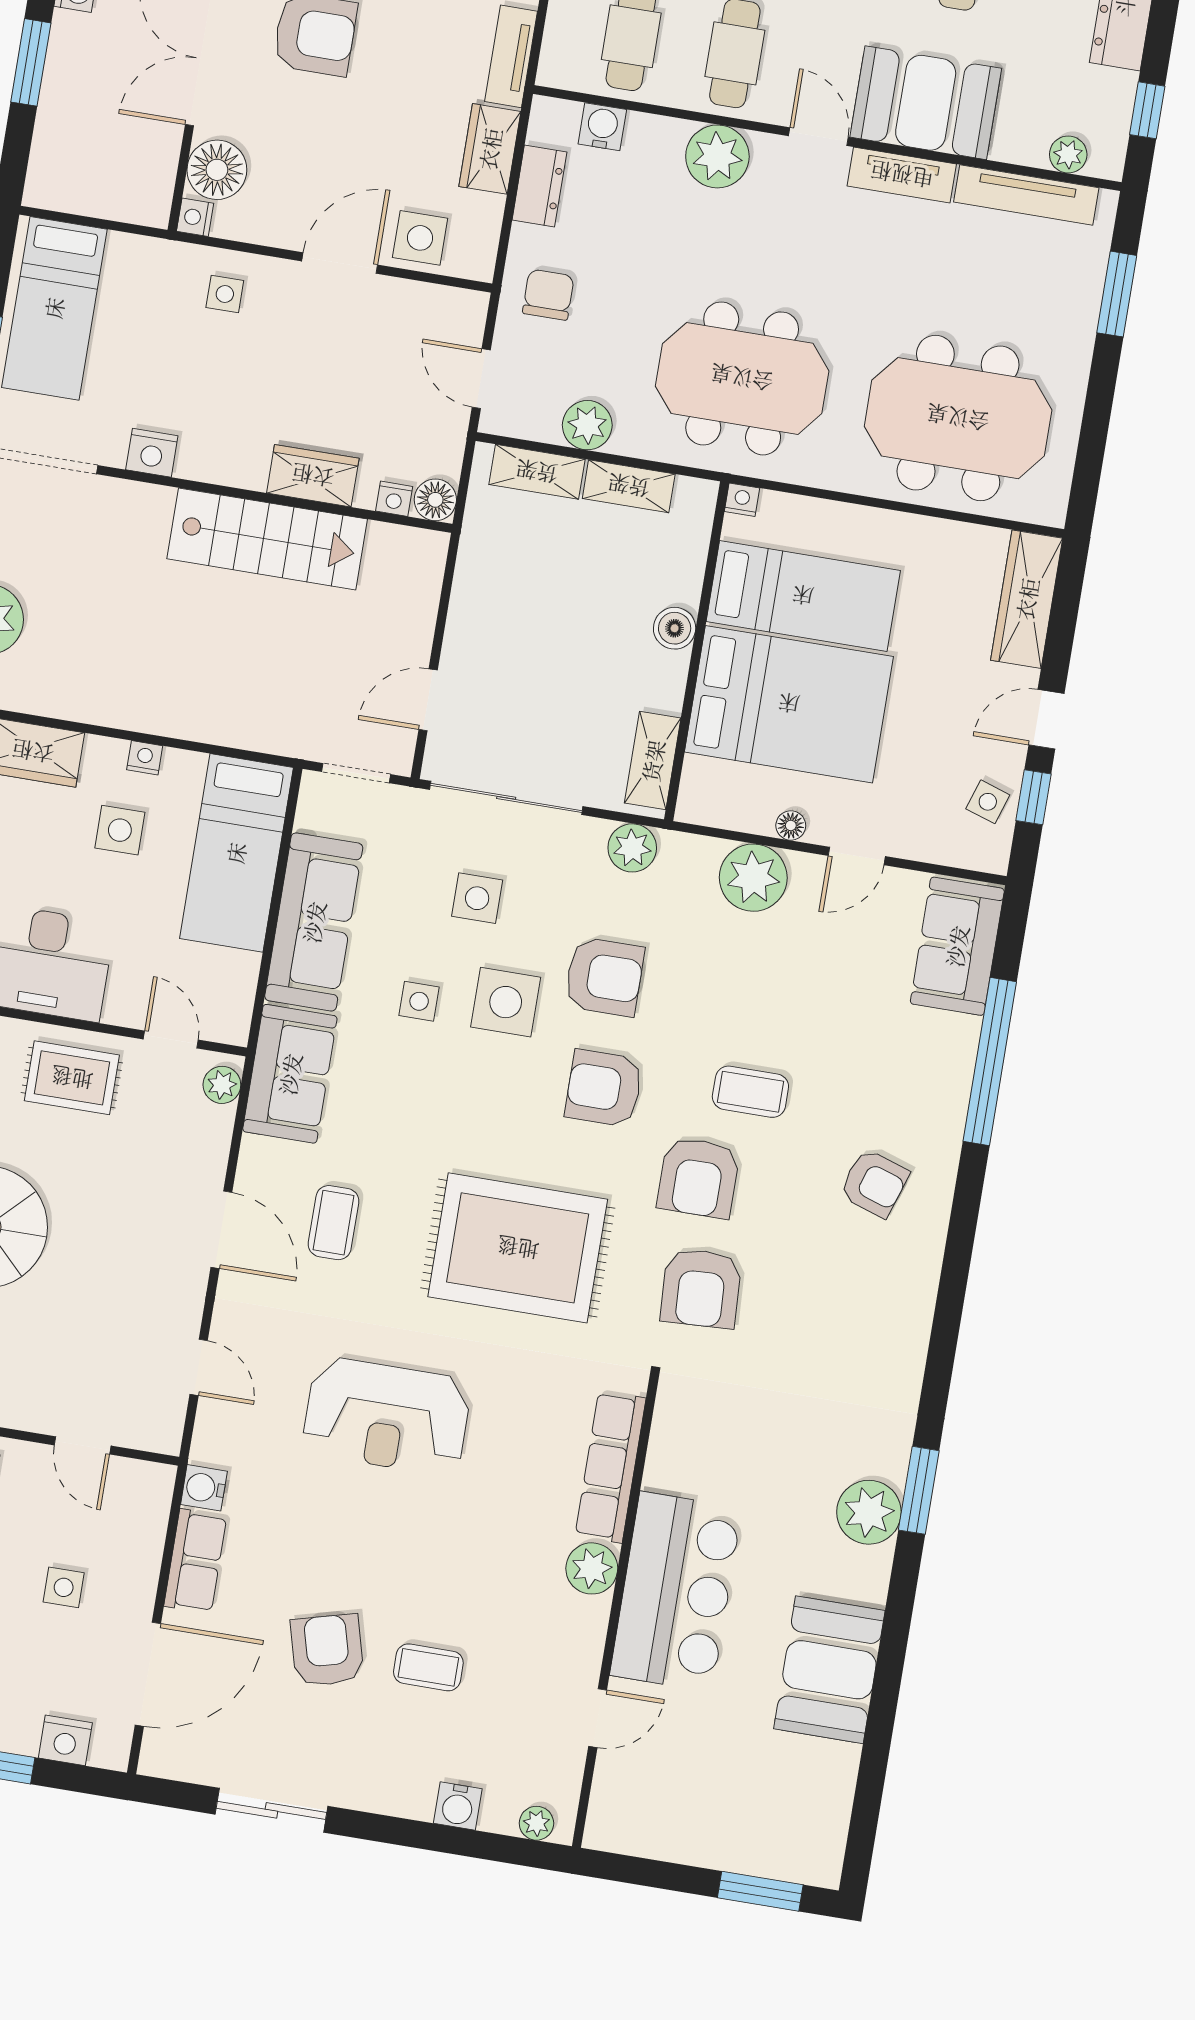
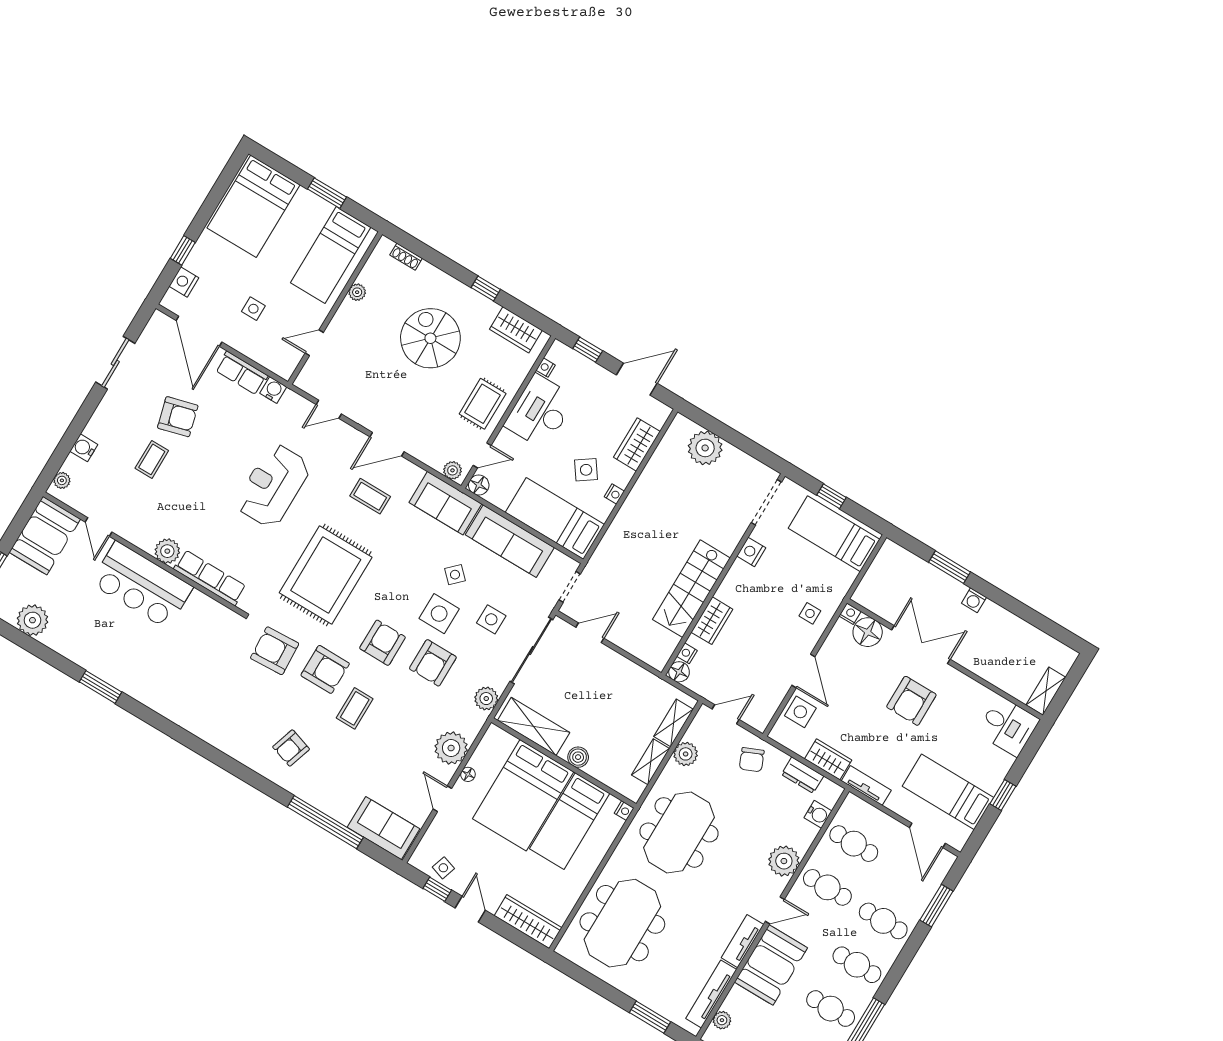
chair: (548, 295) -> (752, 760), turned 67
door: (428, 700) -> (590, 633), hinge flipped
shelving: (653, 761) -> (534, 726), width x1.50, depth x1.33
side table: (120, 830) -> (586, 470), turned -35
side table: (419, 1001) -> (455, 575), turned 45
floor lamp: (230, 1024) -> (479, 485), added
armchair: (698, 1178) -> (325, 669), turned 180
window: (919, 1490) -> (100, 687), moved
plant: (869, 1512) -> (32, 620), moved
booth: (829, 1670) -> (45, 536), moved, turned 90

